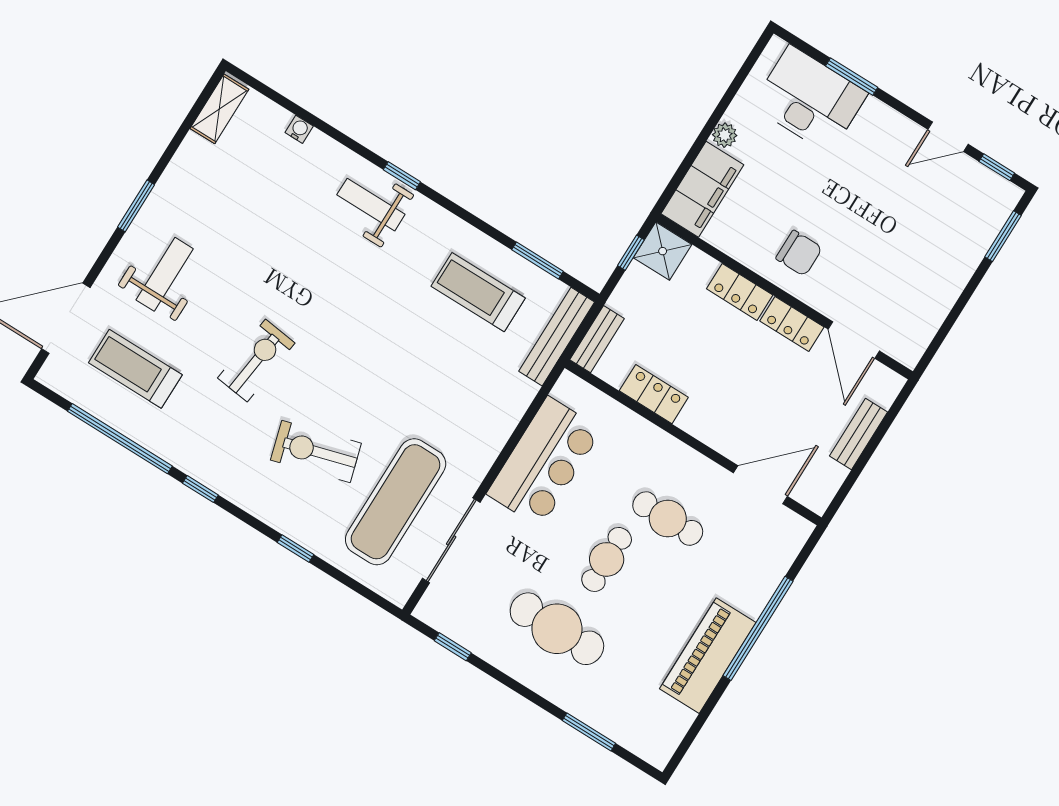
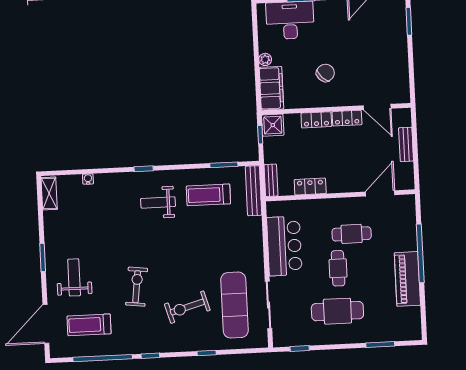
weight bench: (371, 205) -> (158, 202), moved
chair: (799, 253) -> (325, 73), moved, turned -45

